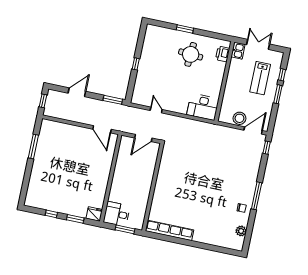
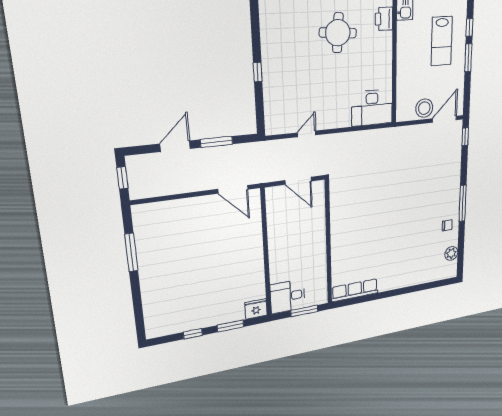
window: (113, 100) -> (217, 142), moved
door: (156, 110) -> (307, 134), hinge flipped
door: (143, 138) -> (298, 181), hinge flipped
row of seats: (169, 230) -> (355, 290), width x0.73

